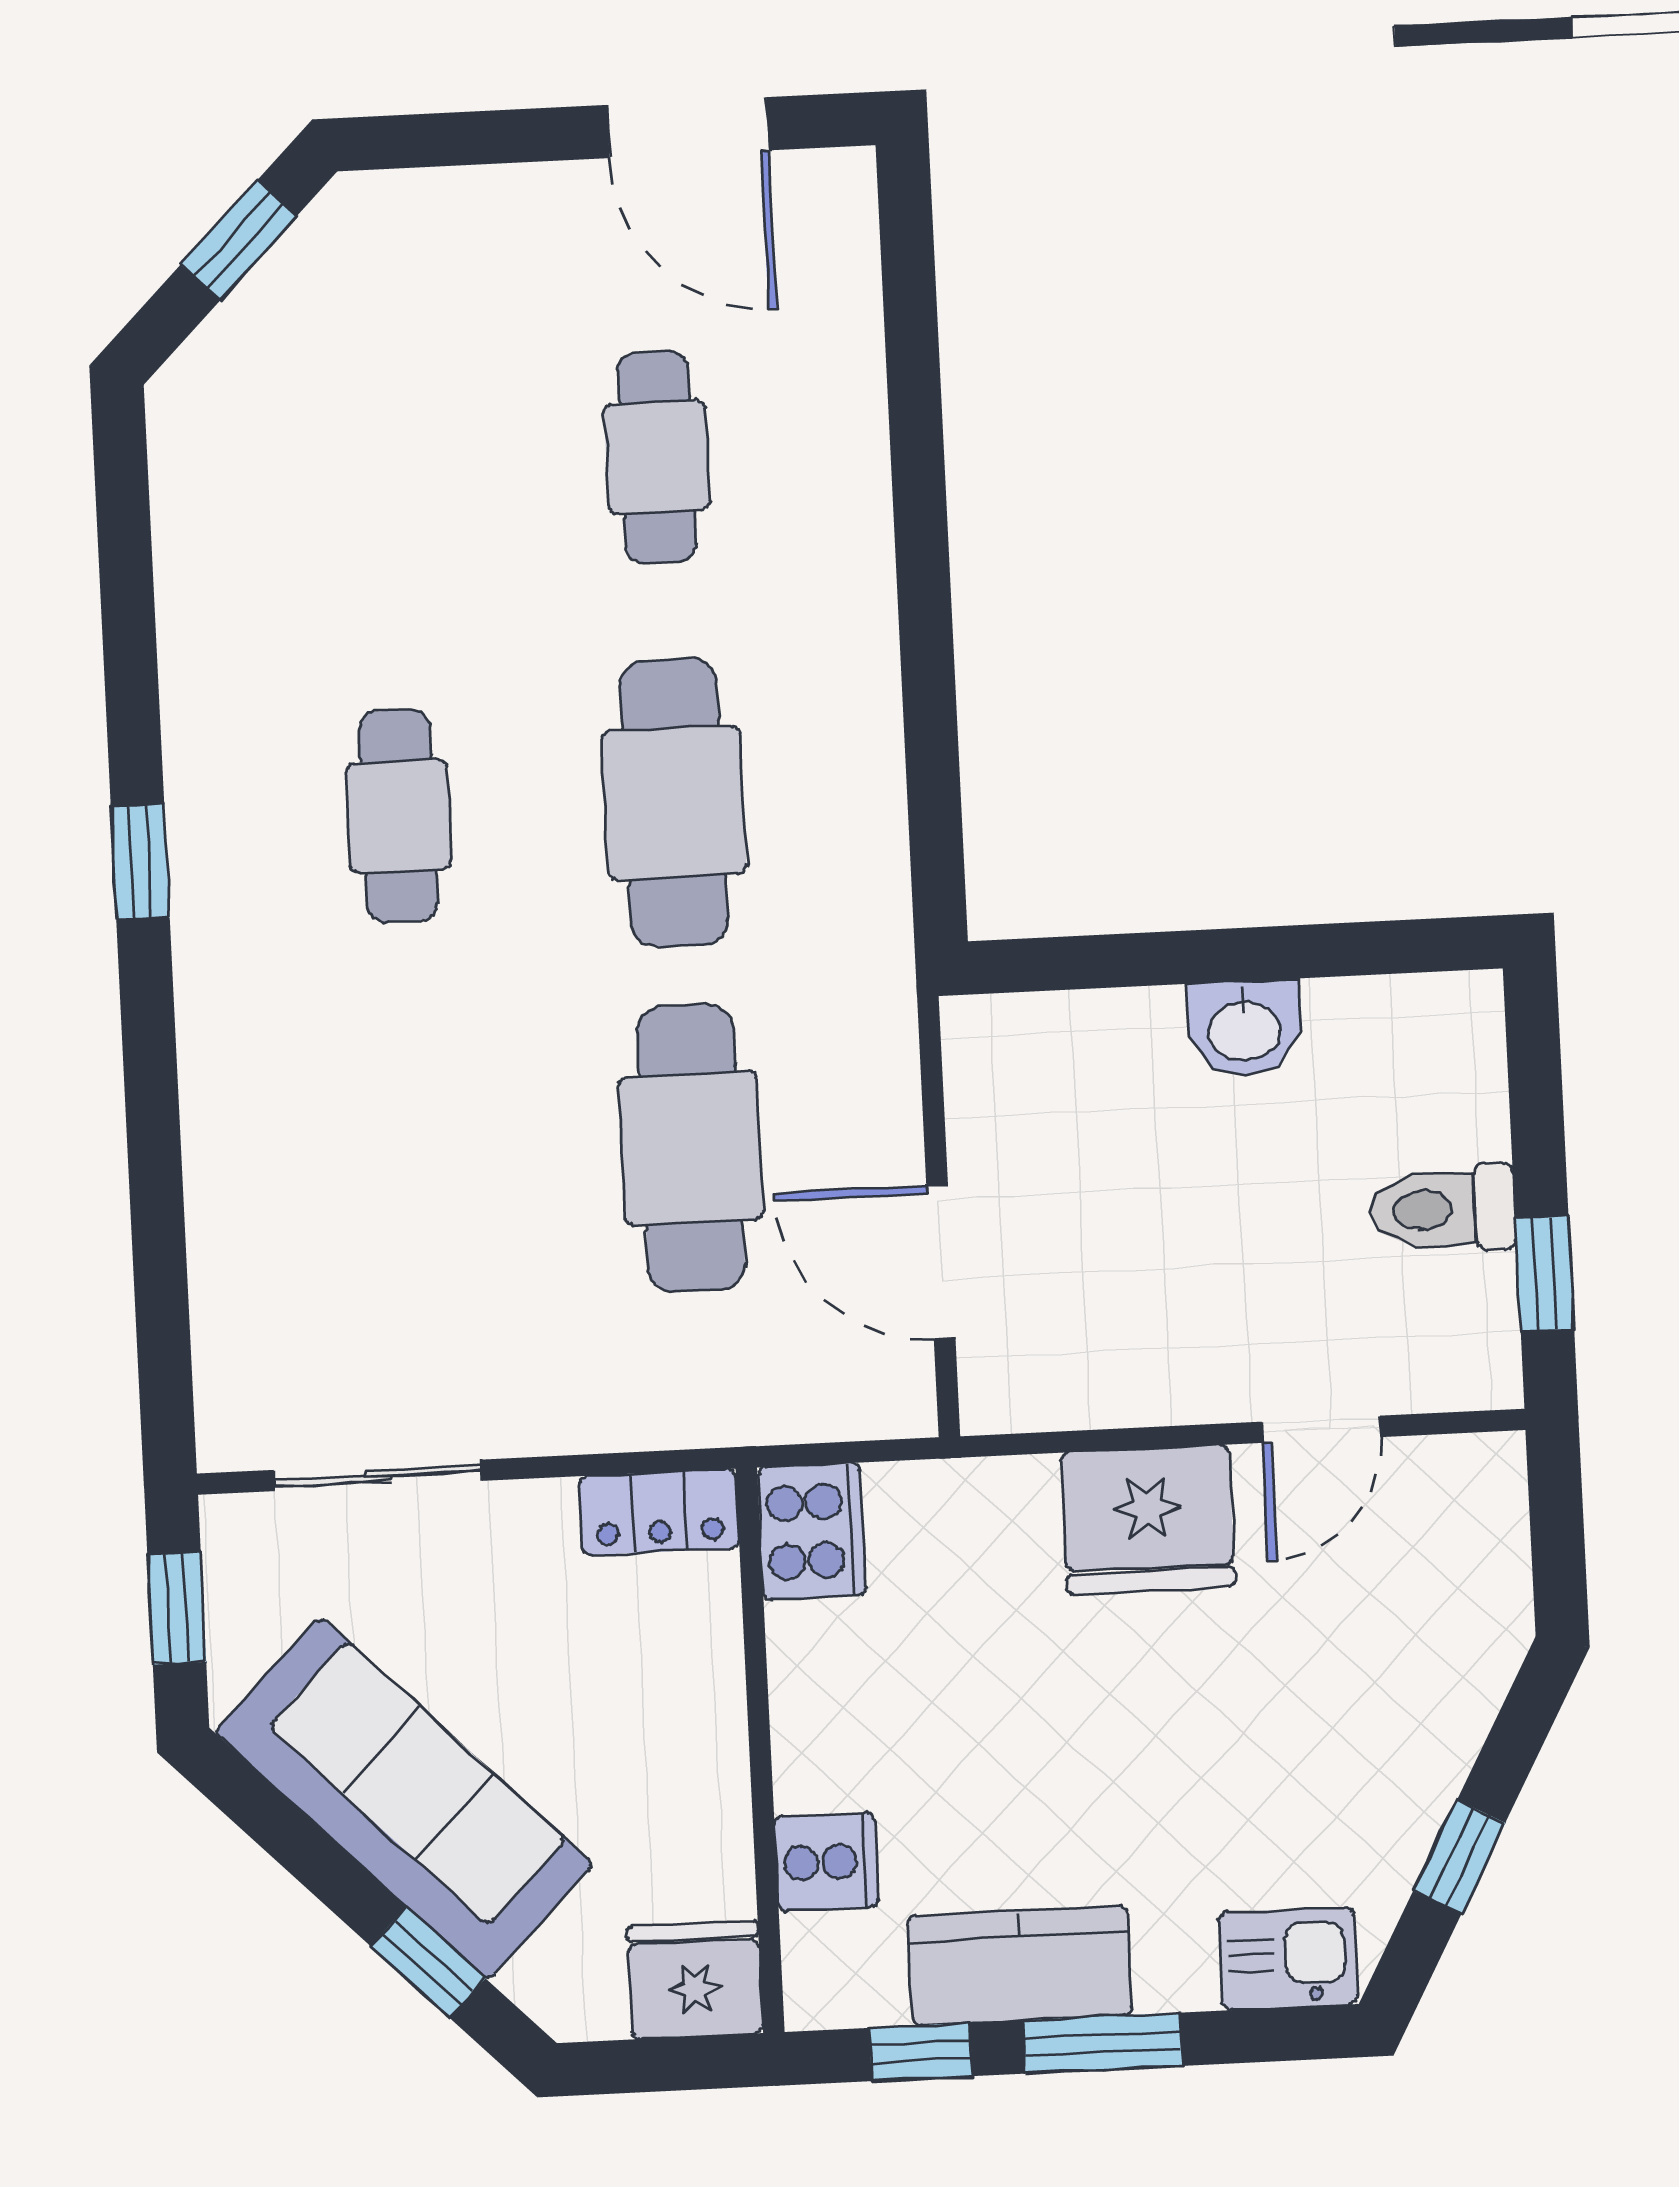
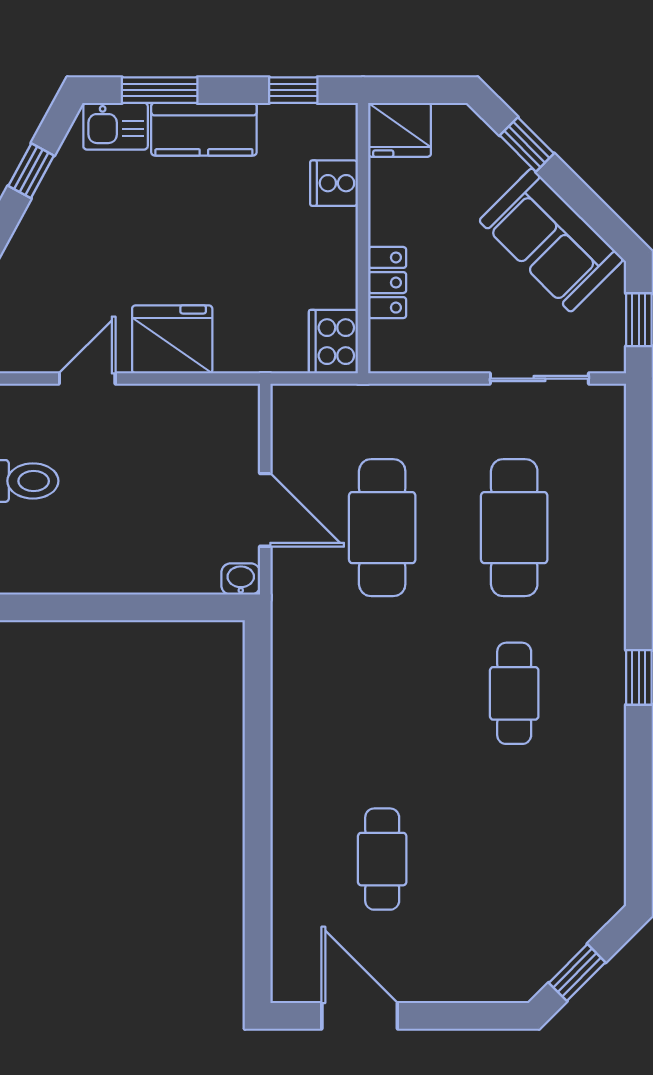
cafe table: (674, 803) -> (514, 528), moved
washbasin: (1244, 1028) -> (241, 579), moved, width x0.72, depth x0.69
door: (941, 1262) -> (265, 510), moved
locker: (659, 1512) -> (387, 283), moved, turned 90
sofa: (404, 1798) -> (551, 240), width x0.73
kitchen counter: (1020, 1965) -> (204, 129), moved
window: (1103, 2043) -> (160, 90), moved

